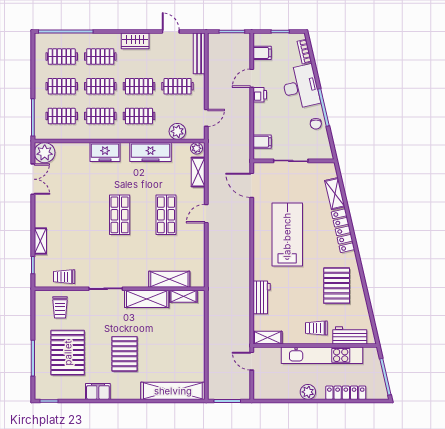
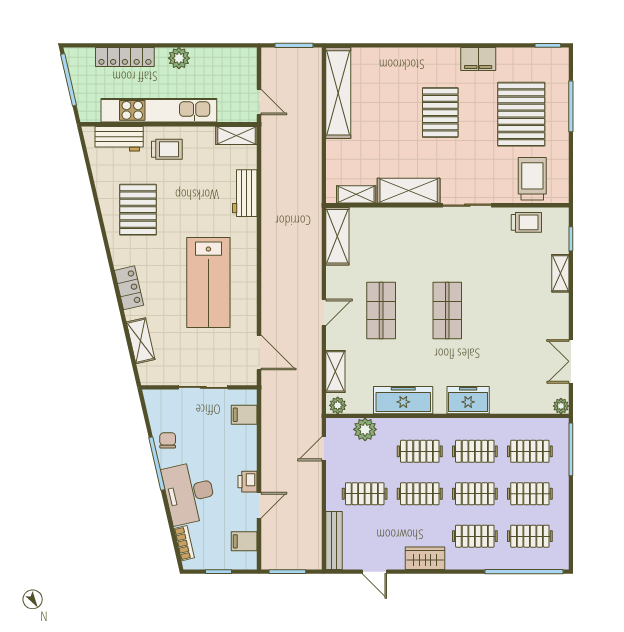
plant: (45, 153) -> (561, 406), width x0.53, depth x0.53
locker: (343, 231) -> (129, 288), width x0.66
shelving: (169, 279) -> (337, 236), moved, turned 90
trolley: (60, 307) -> (532, 179), width x1.36, depth x1.39
shelving: (173, 391) -> (338, 93), moved, turned 90

